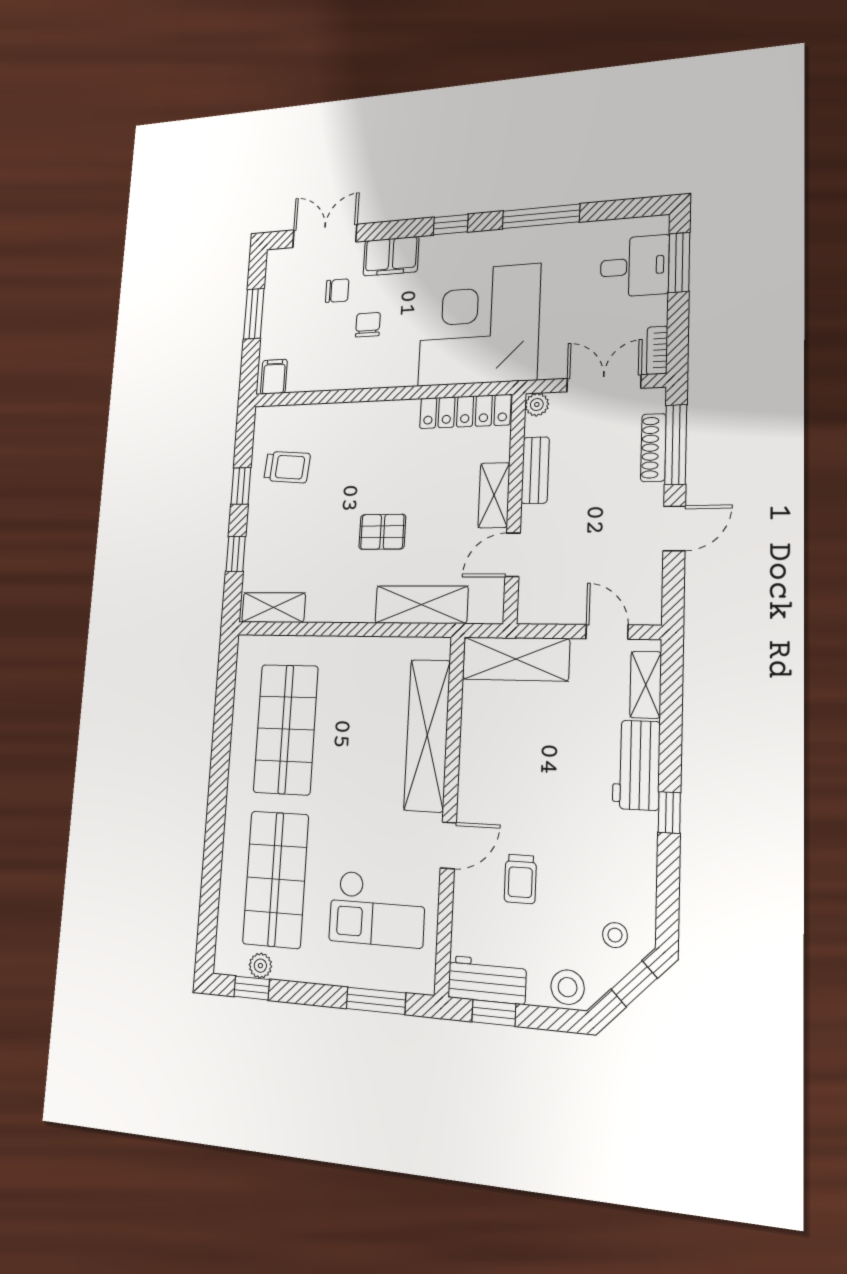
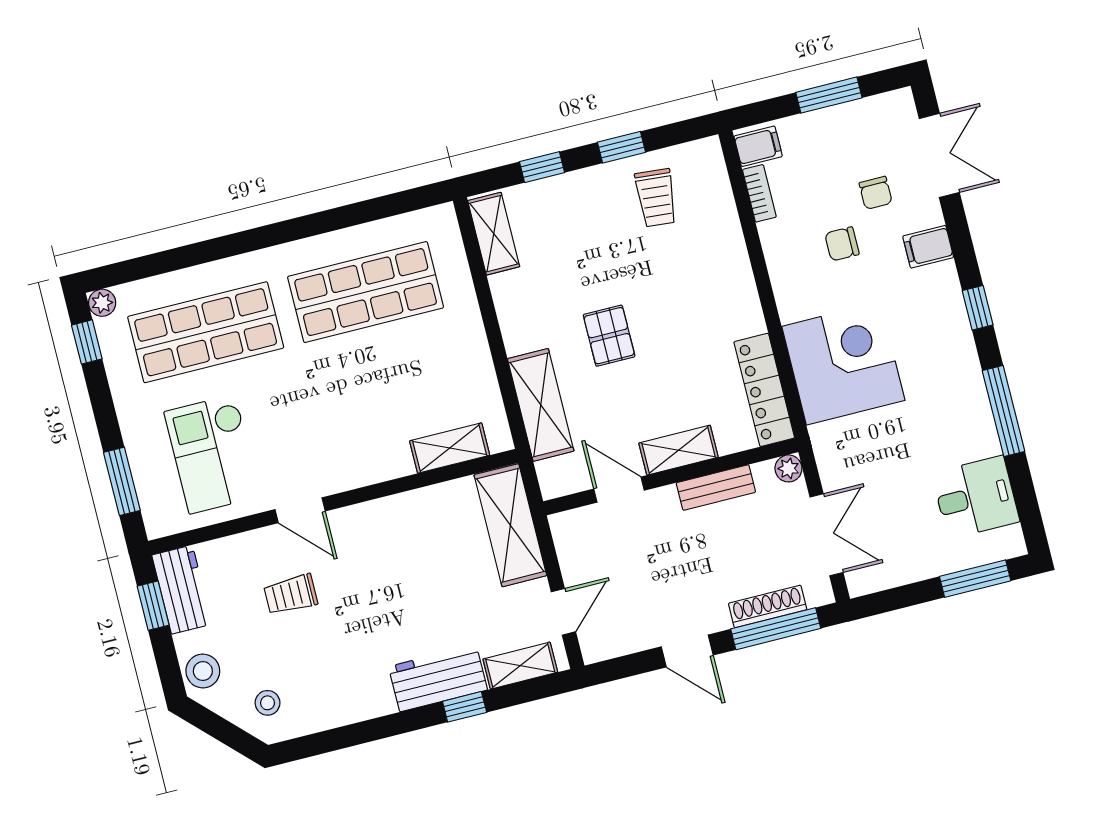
filing cabinet: (391, 256) -> (928, 247), width x0.50
desk: (635, 266) -> (976, 497), moved, turned -90
chair: (368, 325) -> (842, 244), turned 180
corner desk: (479, 325) -> (843, 363), width x0.74, depth x0.74
bookcase: (657, 350) -> (759, 193), moved, turned 90
shelving: (427, 735) -> (450, 448), width x0.45, depth x0.75
window: (669, 812) -> (465, 707), moved
plant: (260, 966) -> (102, 303), moved
window: (634, 984) -> (228, 734), removed

